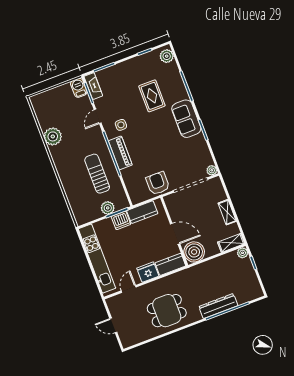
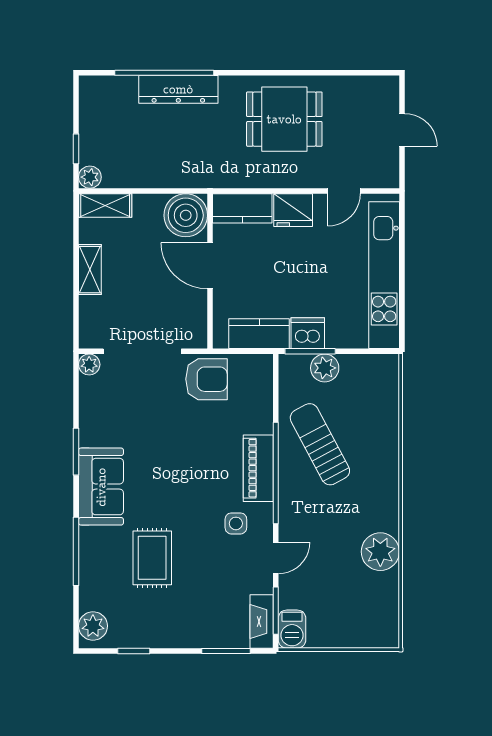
sun lounger: (97, 174) -> (320, 444), turned 152
armchair: (158, 183) -> (206, 379), turned -90

